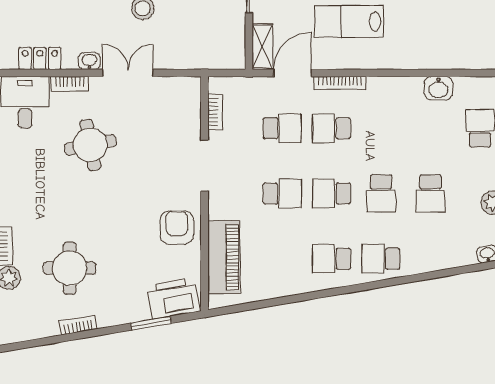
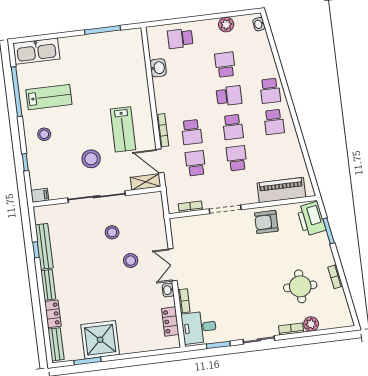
round table: (90, 145) -> (221, 283), removed
school desk: (431, 193) -> (225, 65), turned -90

